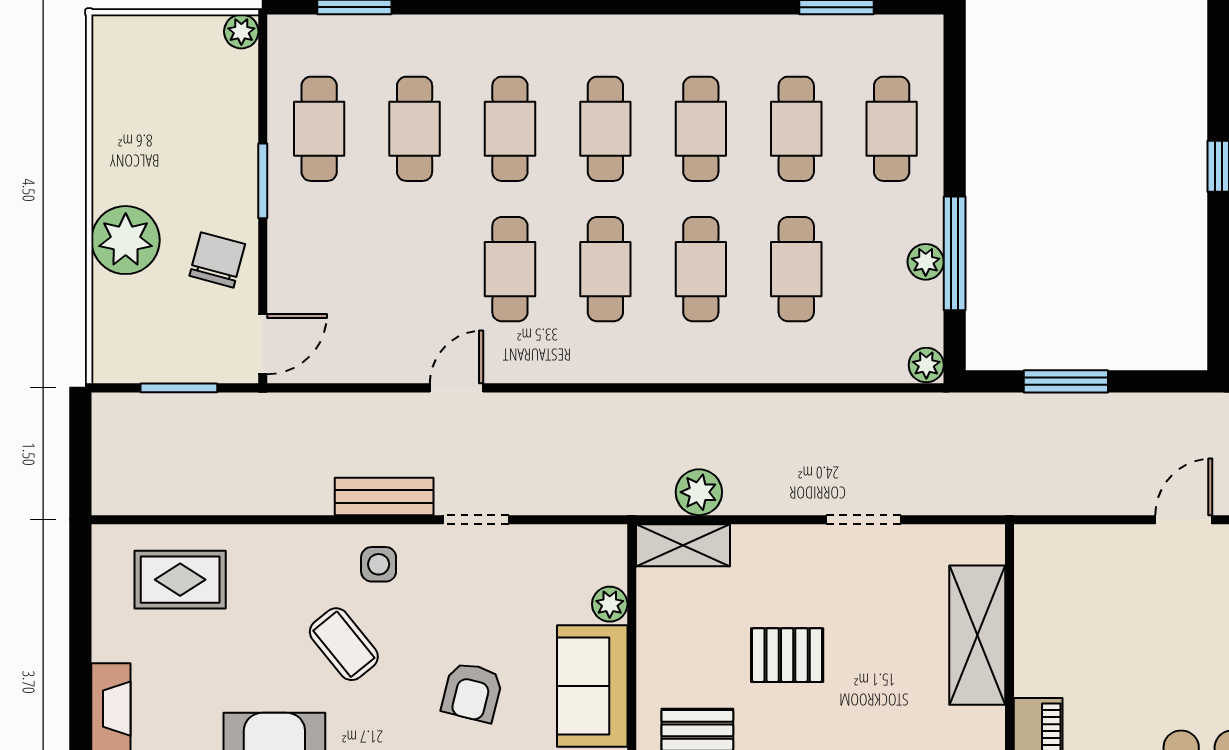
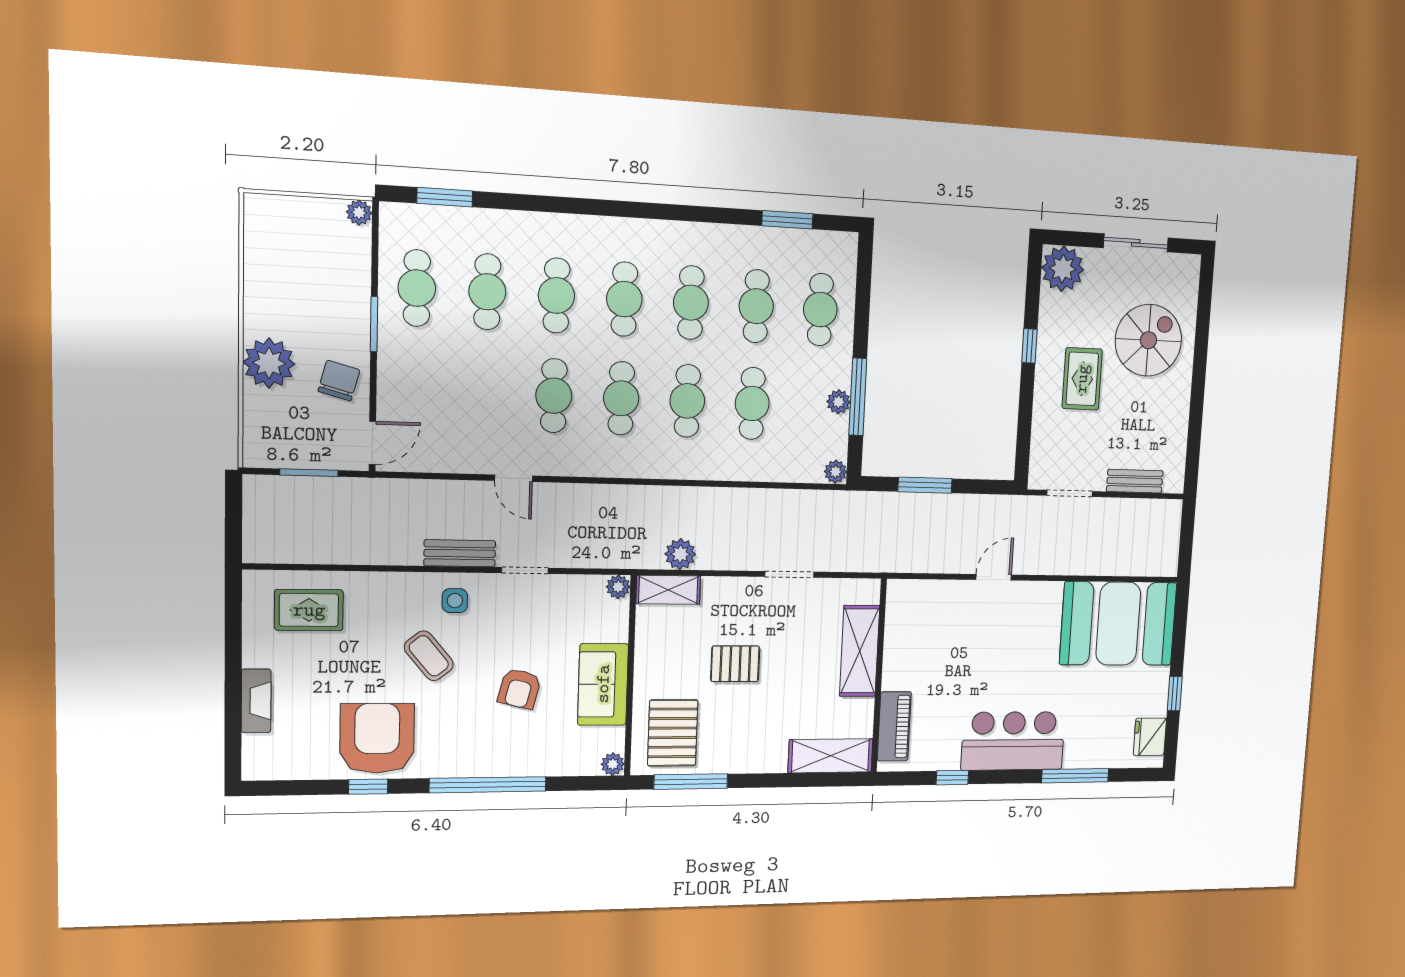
door: (457, 388) -> (514, 478), swing flipped
plant: (610, 604) -> (618, 587), moved

